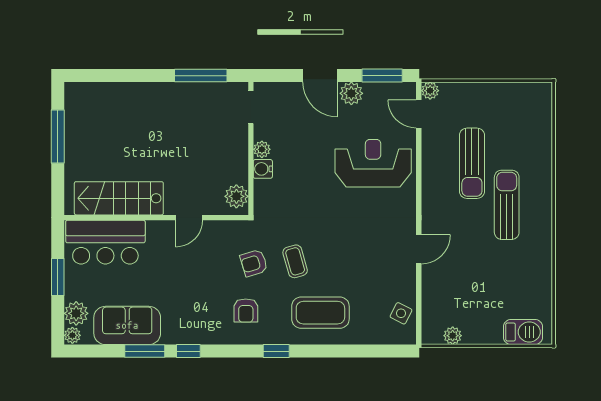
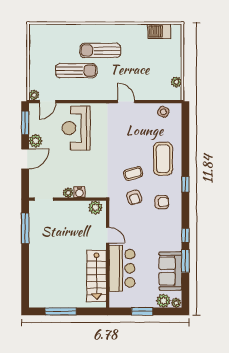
bar counter: (105, 242) -> (122, 268), moved
barbecue: (523, 332) -> (159, 31), moved, turned -90

